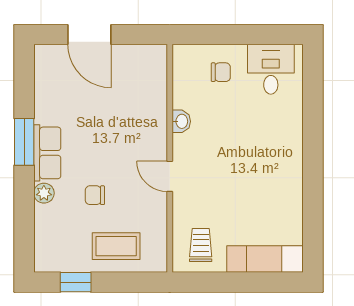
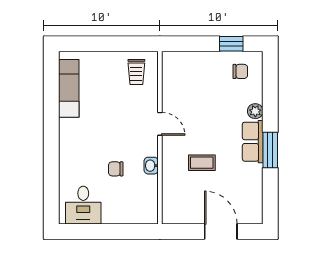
chair: (221, 72) -> (116, 169), moved
chair: (95, 195) -> (240, 71), moved
coffee table: (116, 246) -> (202, 163), moved, width x0.73, depth x0.77
exam couch: (265, 259) -> (69, 88), moved, turned -90

